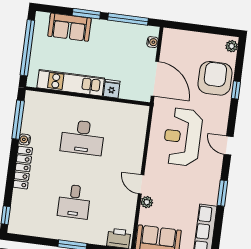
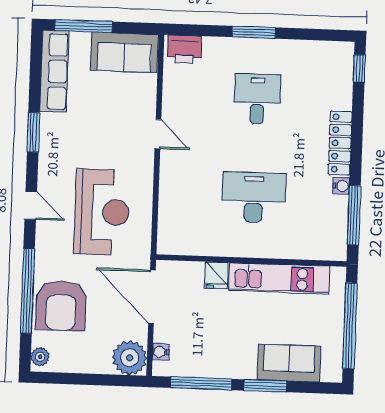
window: (236, 90) -> (28, 291), width x3.17
plant: (147, 202) -> (130, 358), moved, width x1.88, depth x1.88

